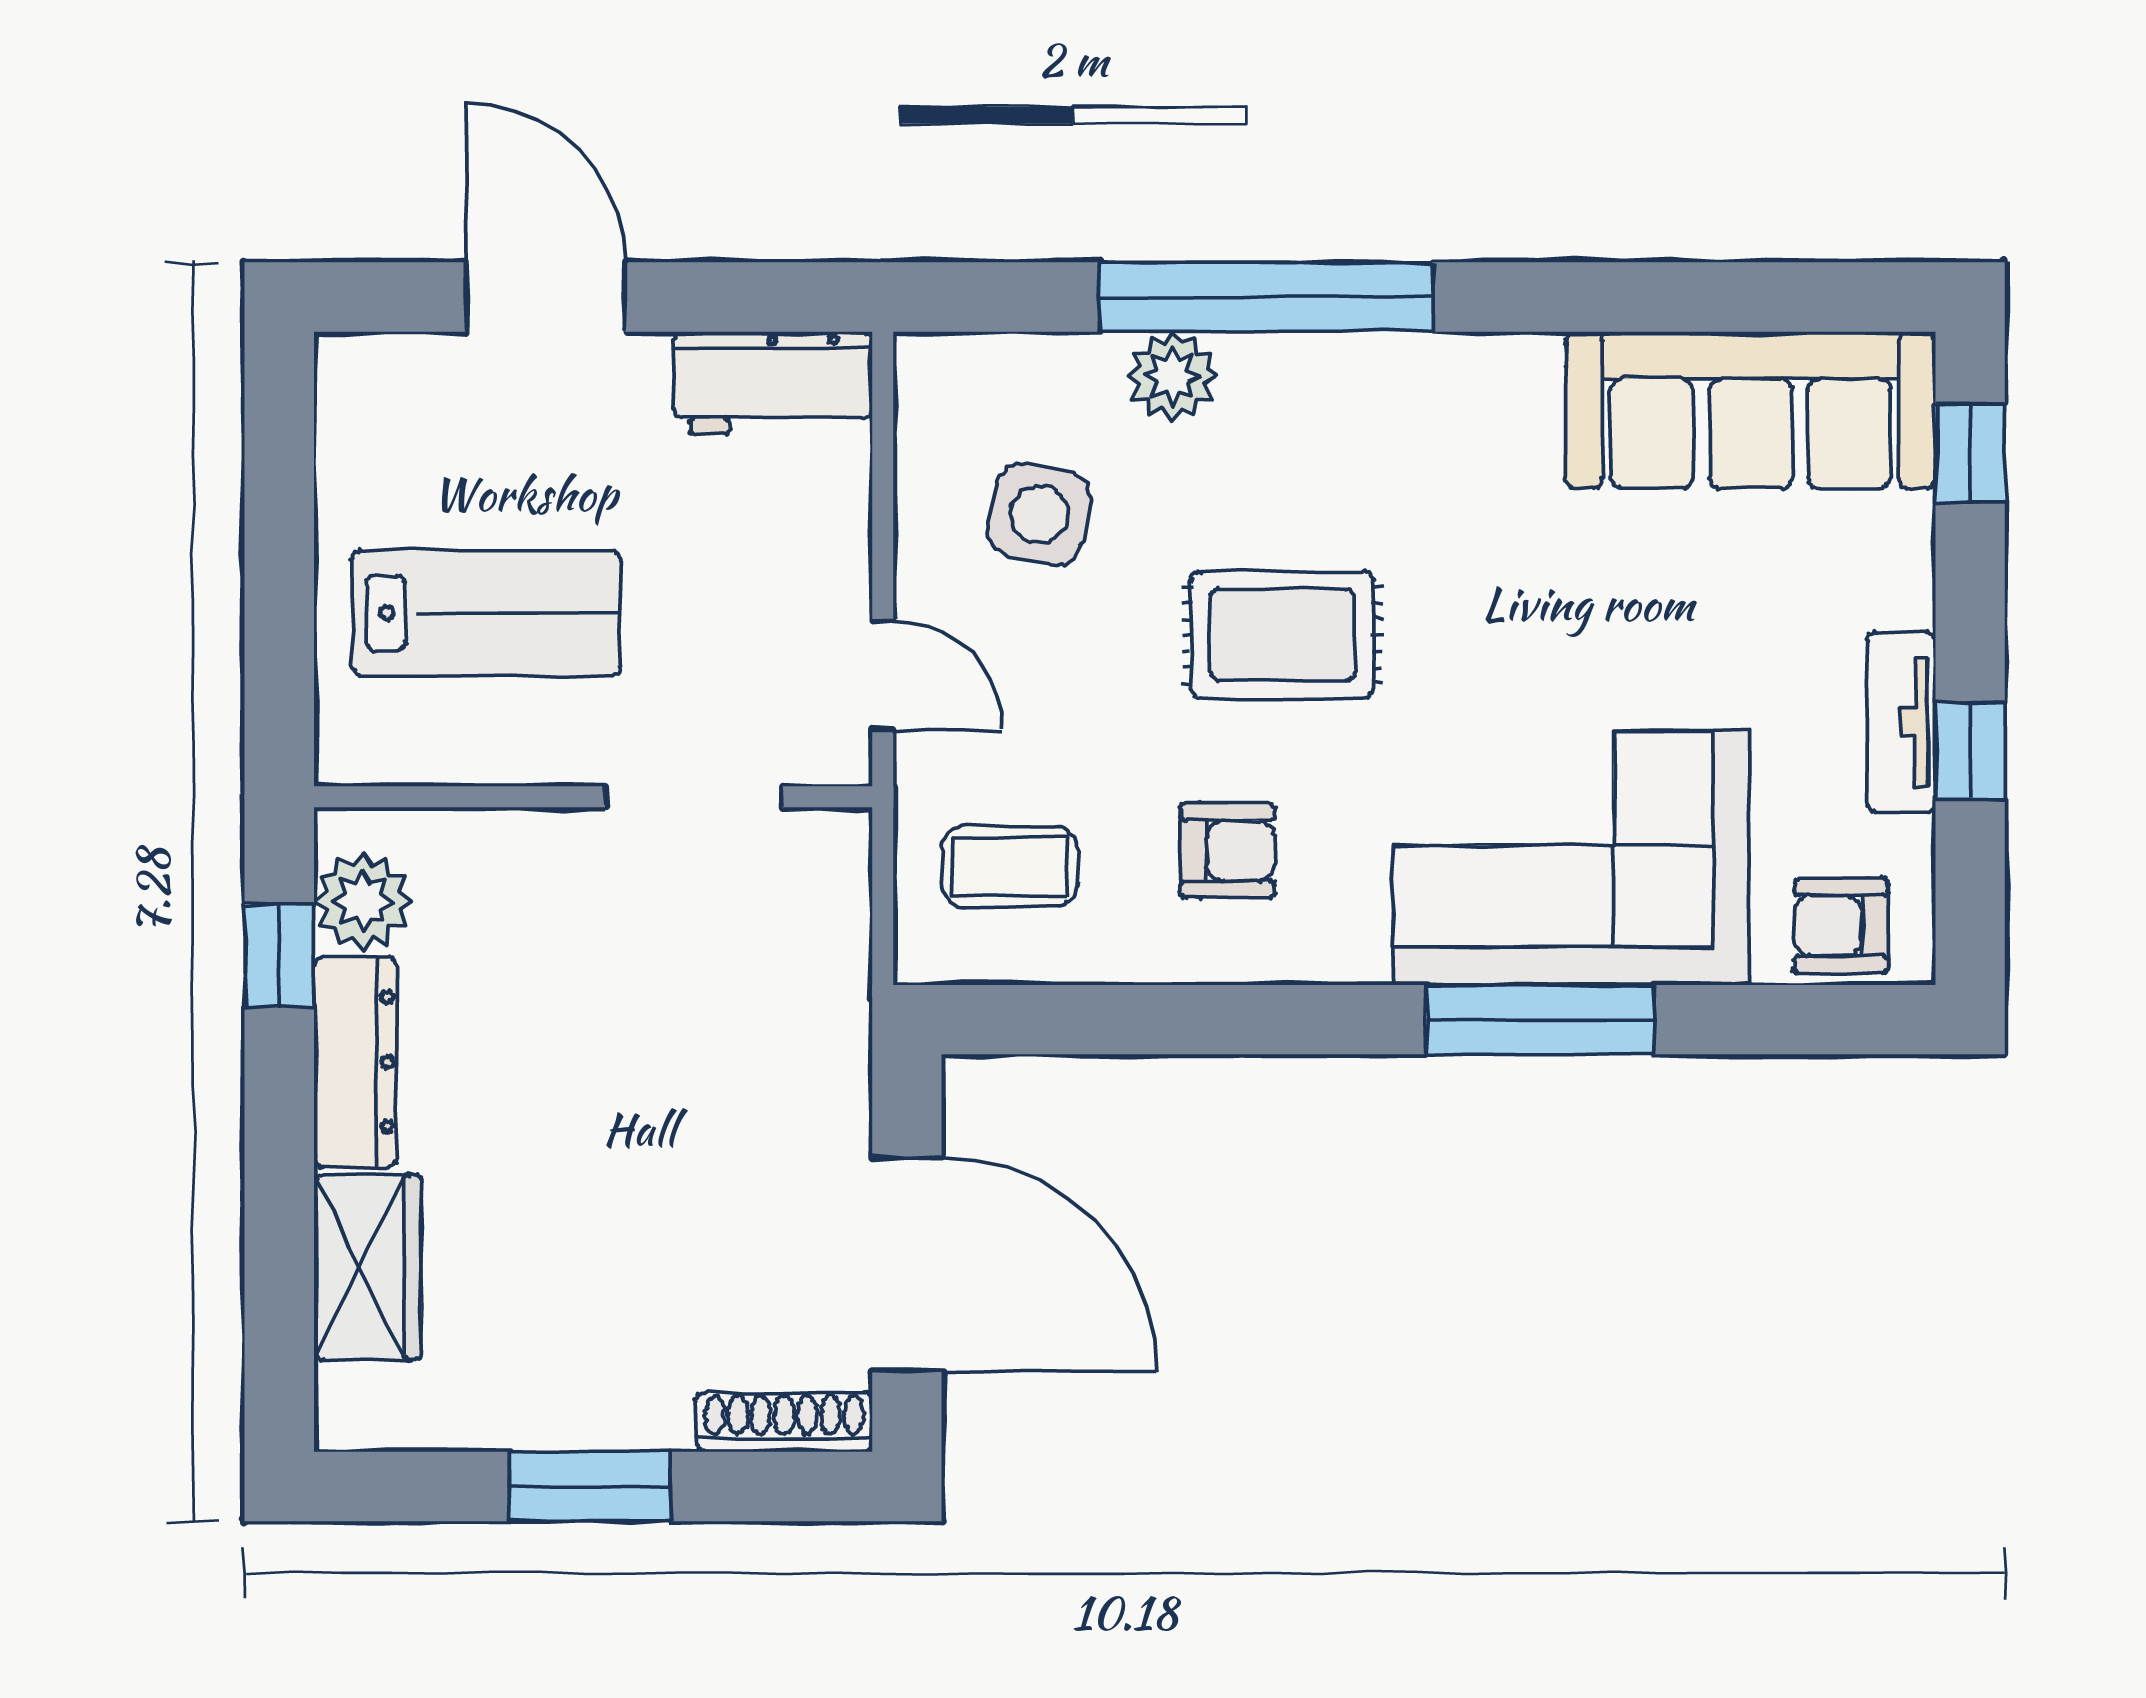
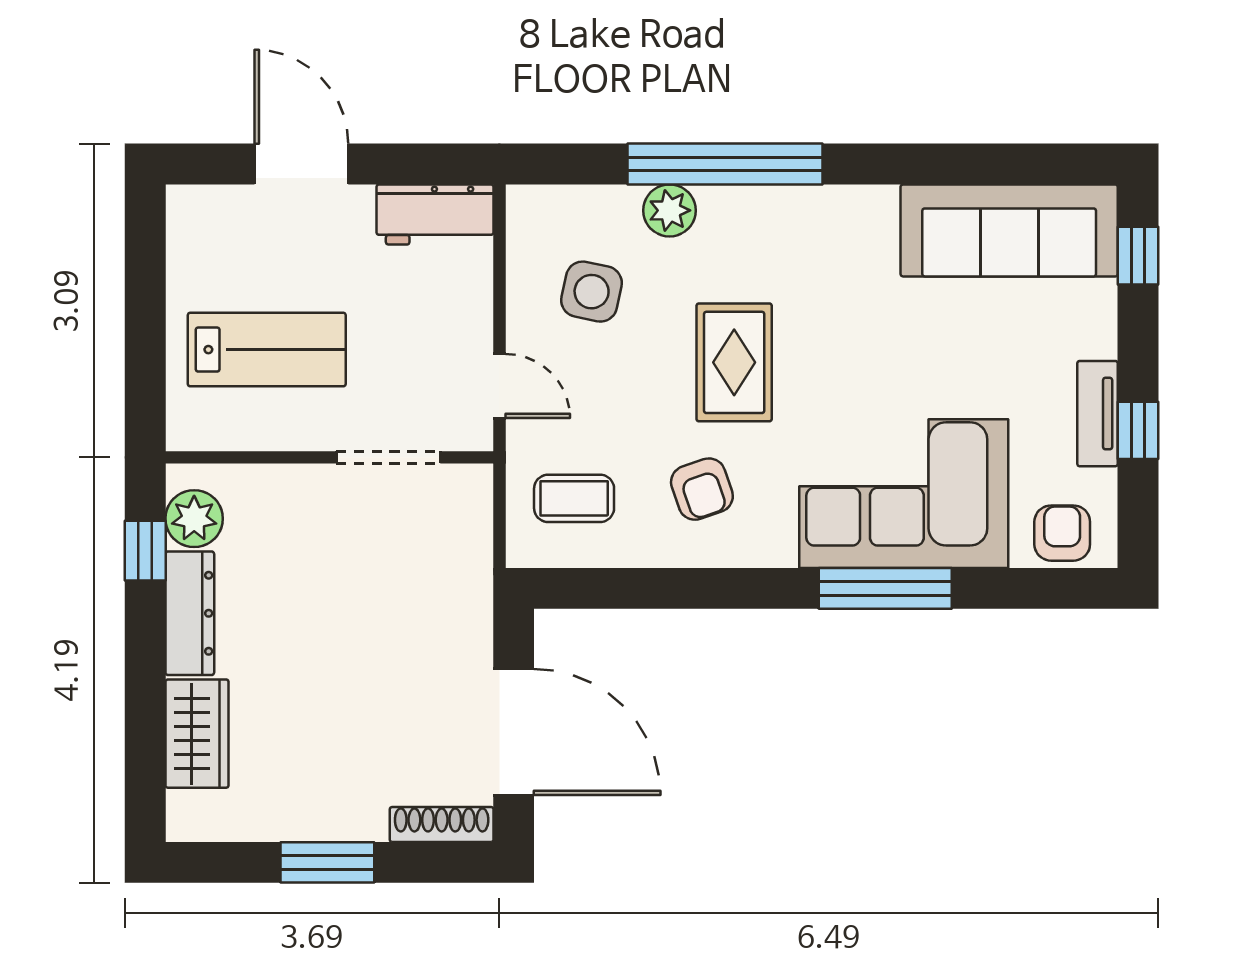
rug: (1282, 635) -> (734, 362), turned 90
armchair: (1227, 851) -> (702, 489), turned 71
armchair: (1841, 926) -> (1062, 533), turned 90

